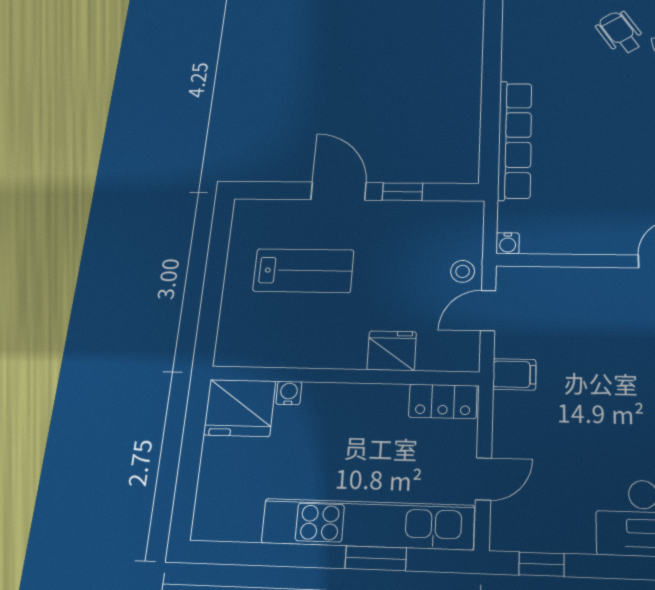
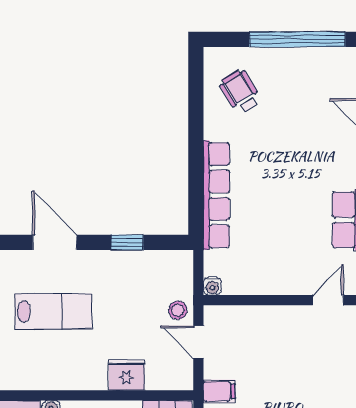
wheelchair: (620, 33) -> (240, 92), moved
door: (338, 191) -> (55, 242), moved
door: (488, 311) -> (198, 342), hinge flipped

